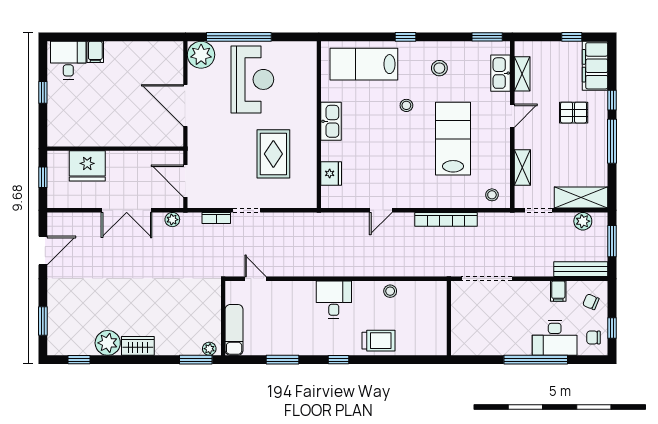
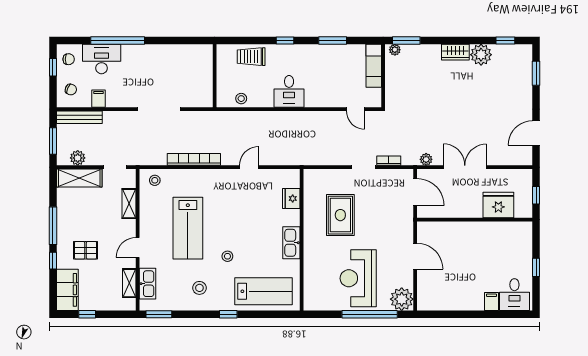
door: (185, 106) -> (415, 256), width x0.73
wall: (449, 318) -> (215, 76), moved

